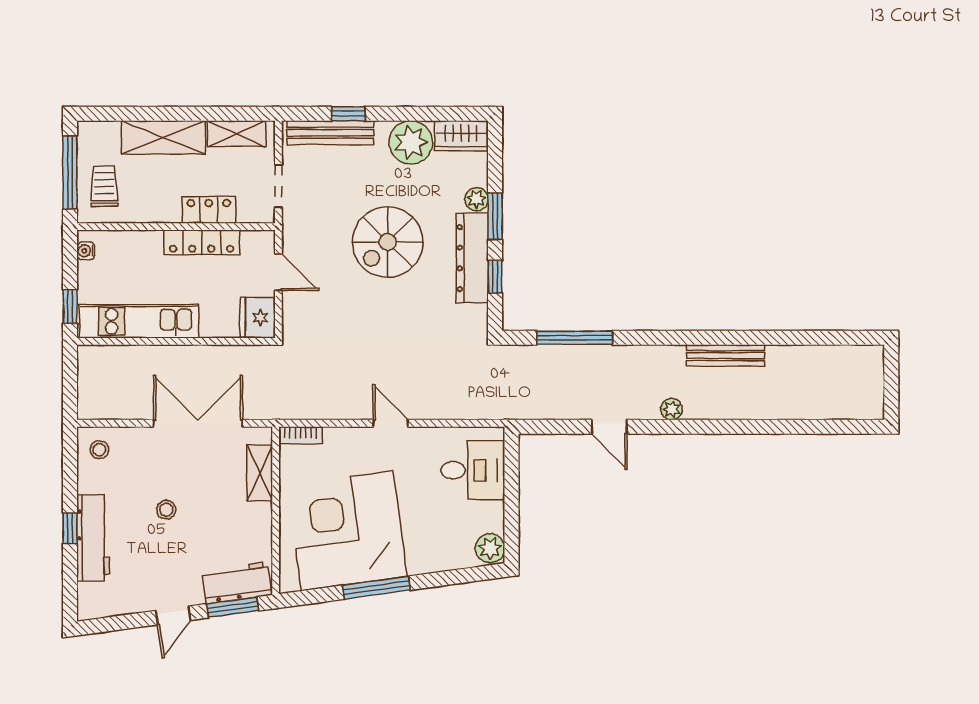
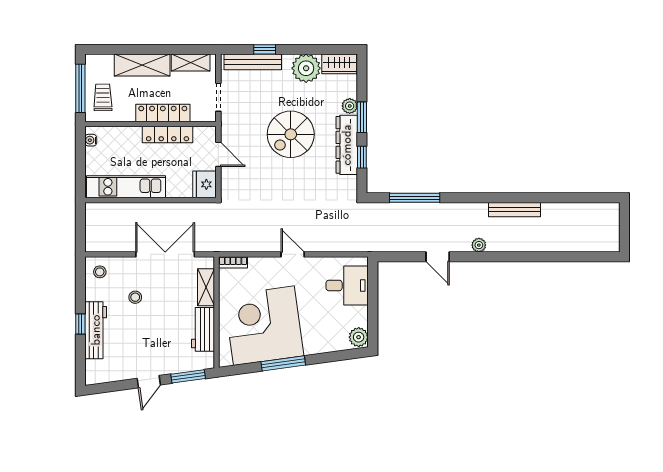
locker: (209, 210) -> (163, 113), width x1.53
window: (70, 306) -> (80, 177), removed
stool: (166, 510) -> (135, 297), moved
workbench: (237, 583) -> (203, 329), moved, turned -82

